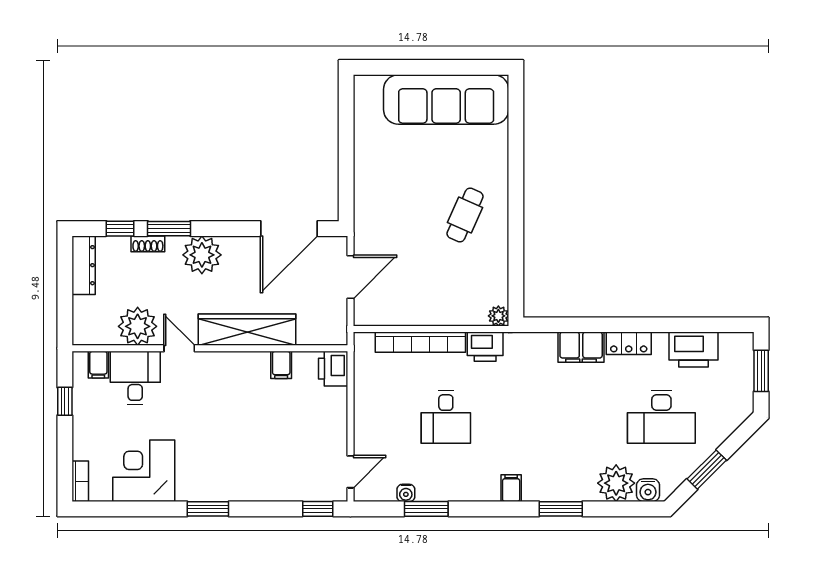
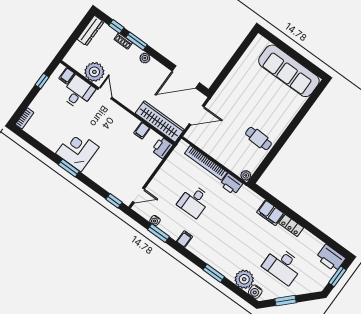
cafe table: (465, 215) -> (259, 138), moved, turned 68
plant: (202, 255) -> (145, 58), width x0.53, depth x0.53
wardrobe: (247, 330) -> (160, 121), moved
printer: (693, 349) -> (331, 258), moved
corner desk: (144, 471) -> (77, 150), moved
filing cabinet: (511, 488) -> (184, 239), moved

